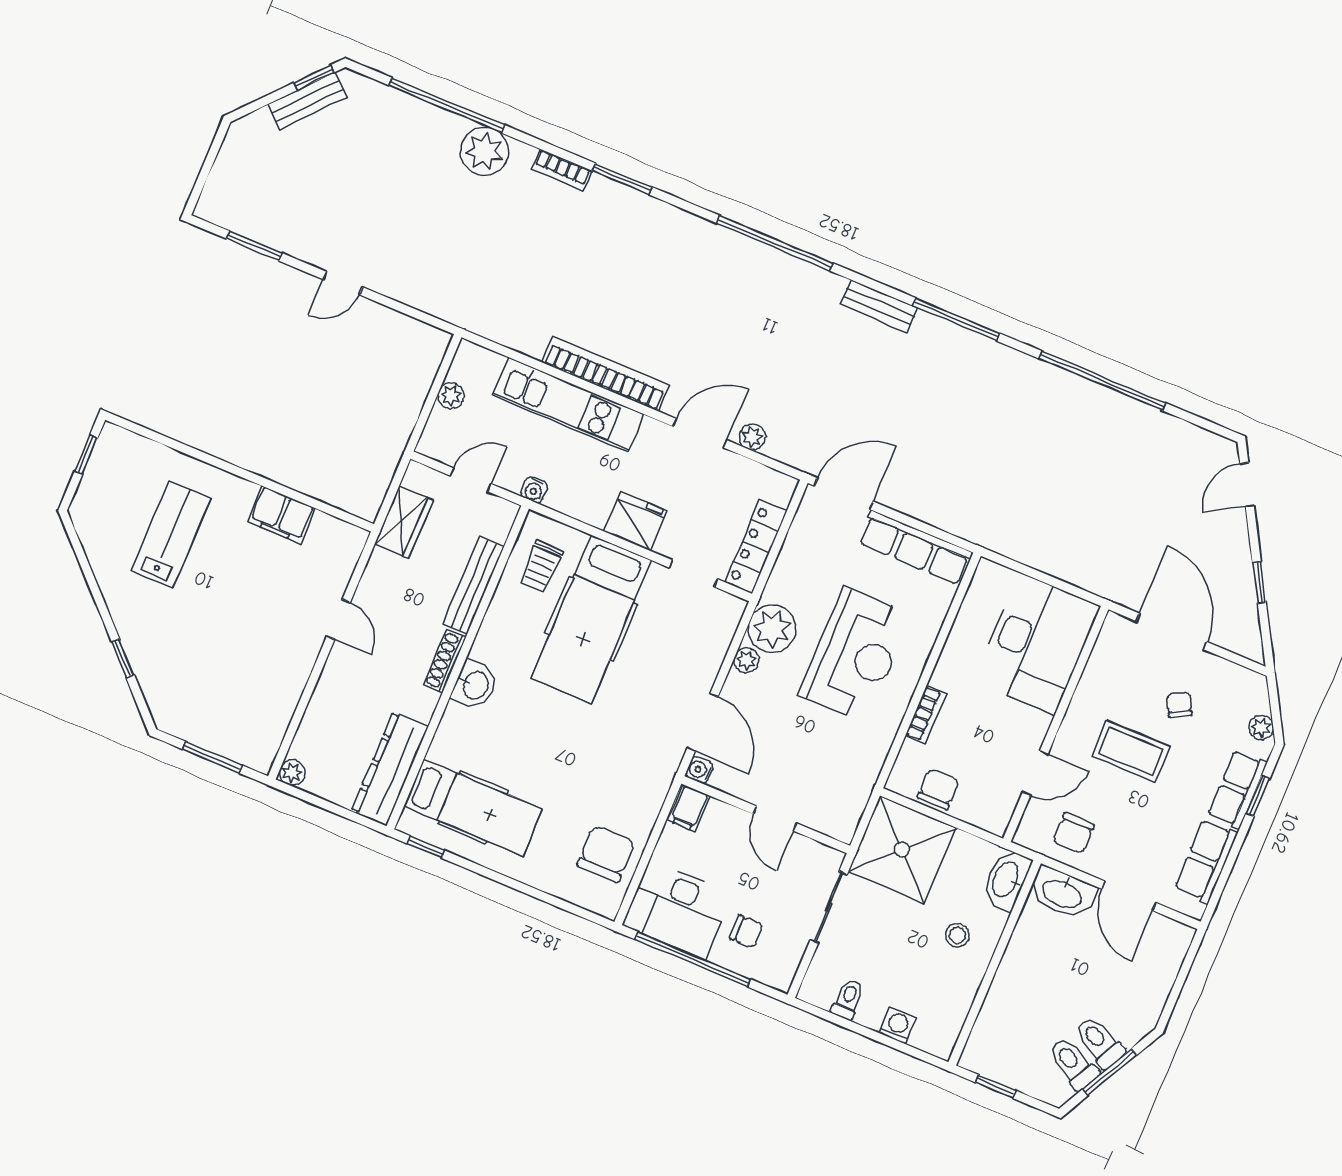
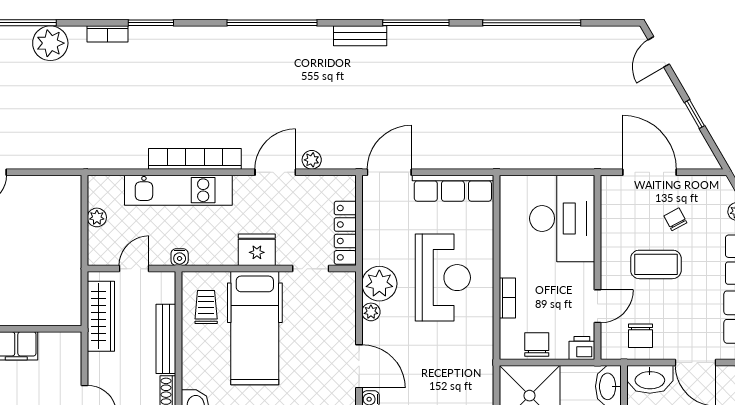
wardrobe: (404, 522) -> (101, 316), width x1.50
trolley: (541, 567) -> (206, 307), turned 180
printer: (993, 817) -> (582, 348), added

